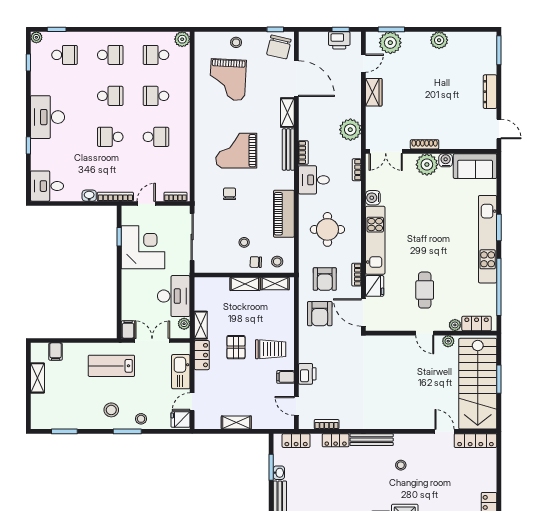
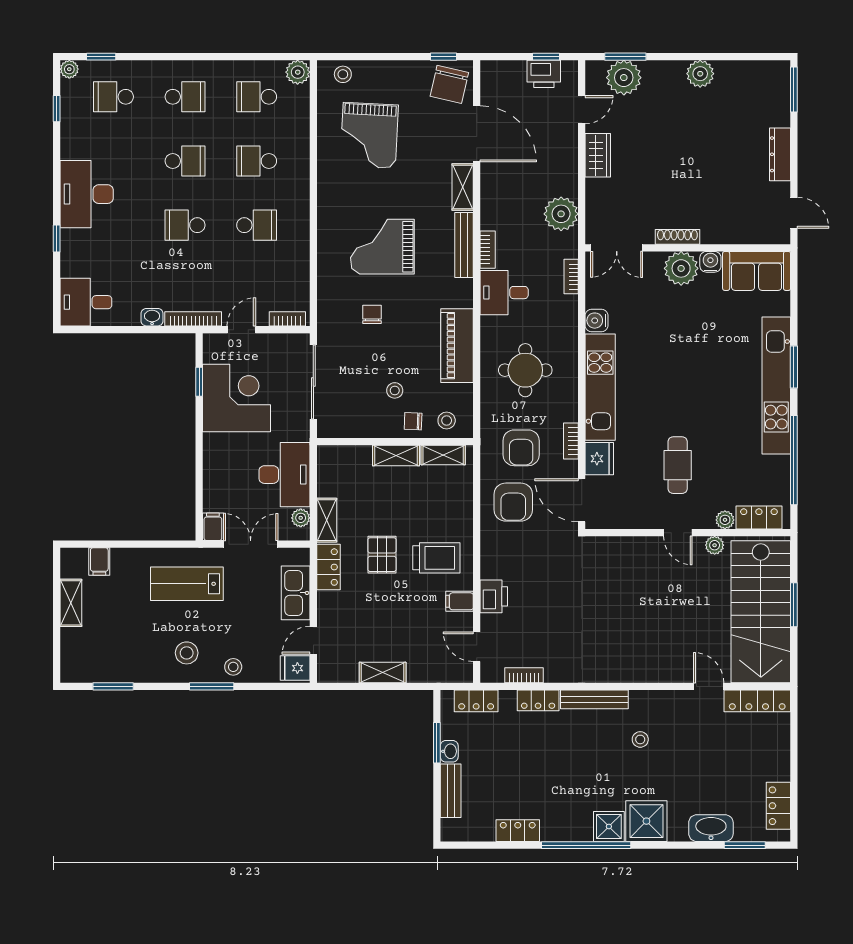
stool: (236, 42) -> (343, 74), moved
school desk: (65, 55) -> (113, 97), turned 180

